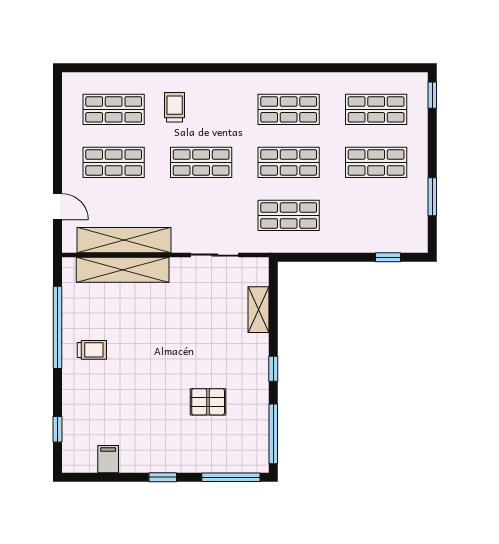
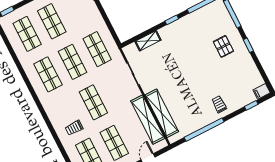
trolley: (92, 350) -> (219, 104), moved
pallet: (208, 402) -> (223, 46), moved
filing cabinet: (108, 459) -> (262, 91), moved

